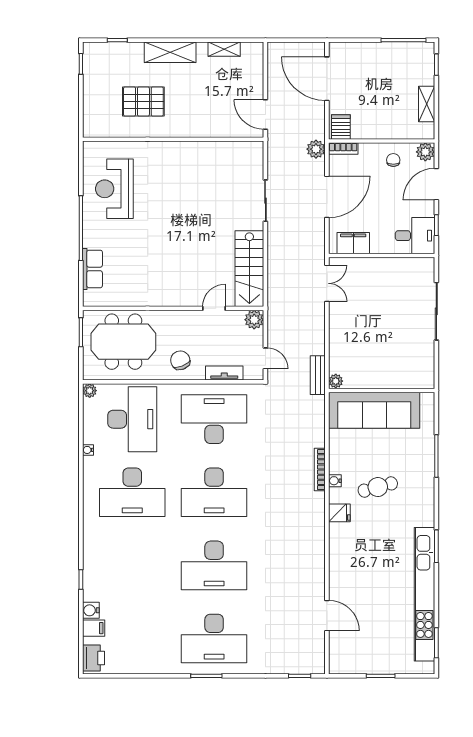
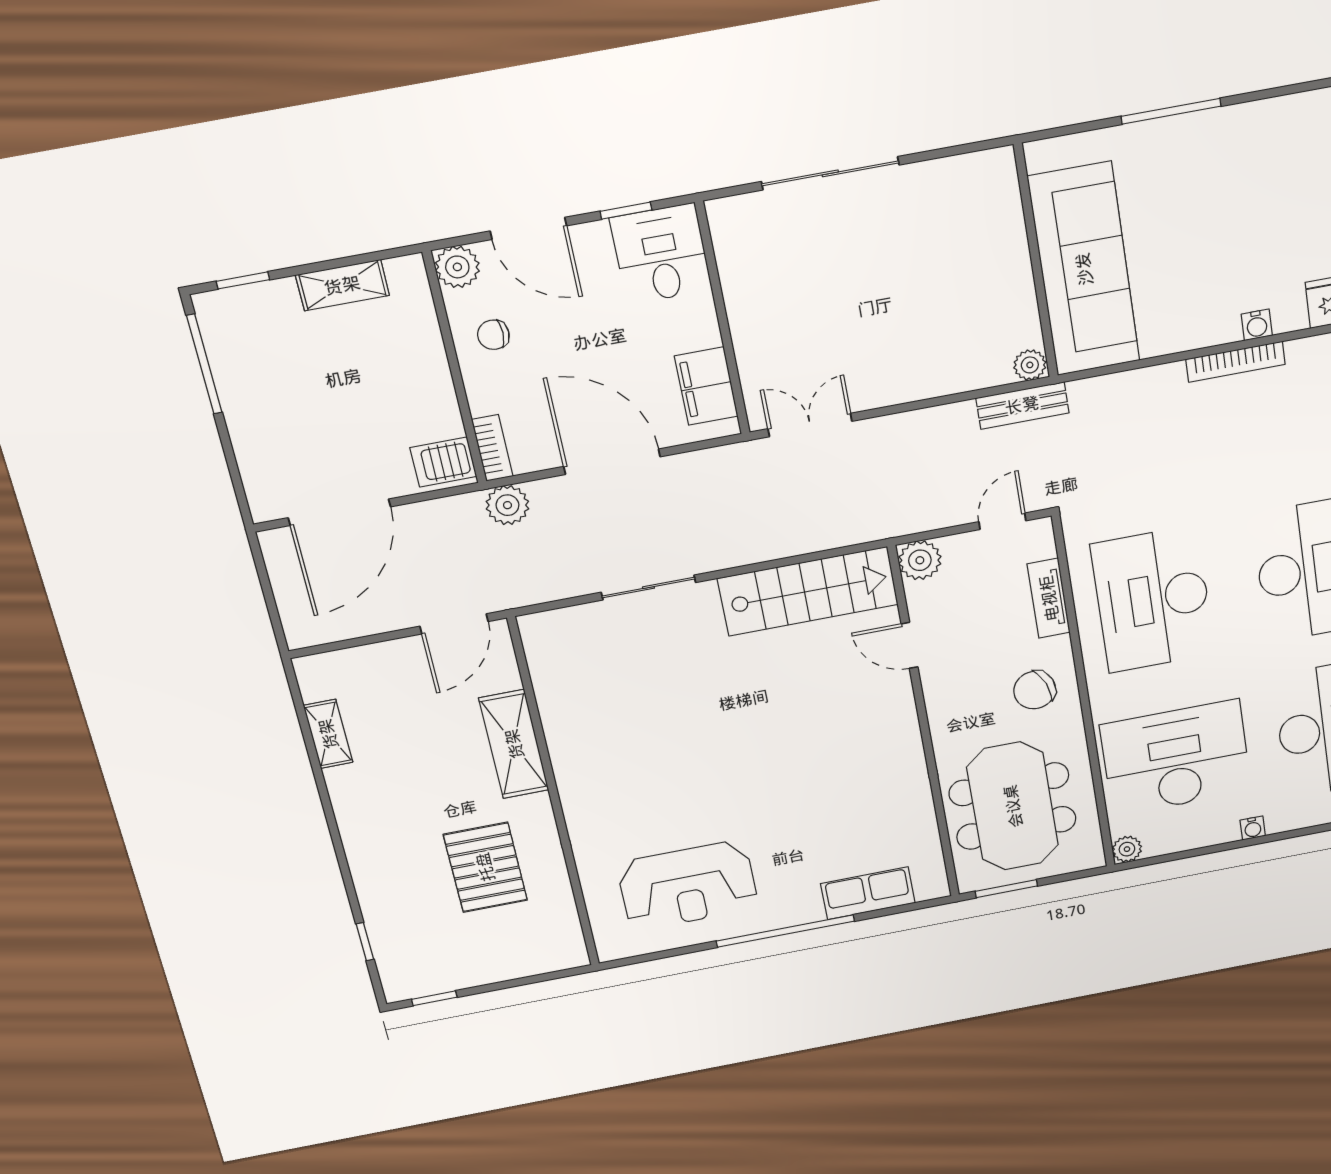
shelving: (170, 52) -> (514, 744), moved
cafe table: (378, 487) -> (1260, 229), removed

